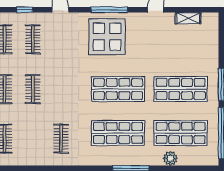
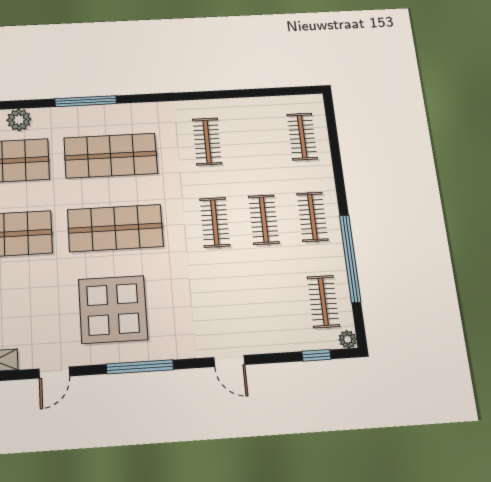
window: (25, 10) -> (316, 355), moved
display table: (107, 37) -> (113, 309), moved
clothes rail: (33, 39) -> (215, 222), moved

